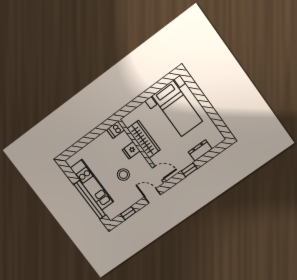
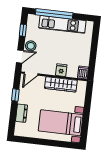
stool: (123, 175) -> (31, 46), moved

